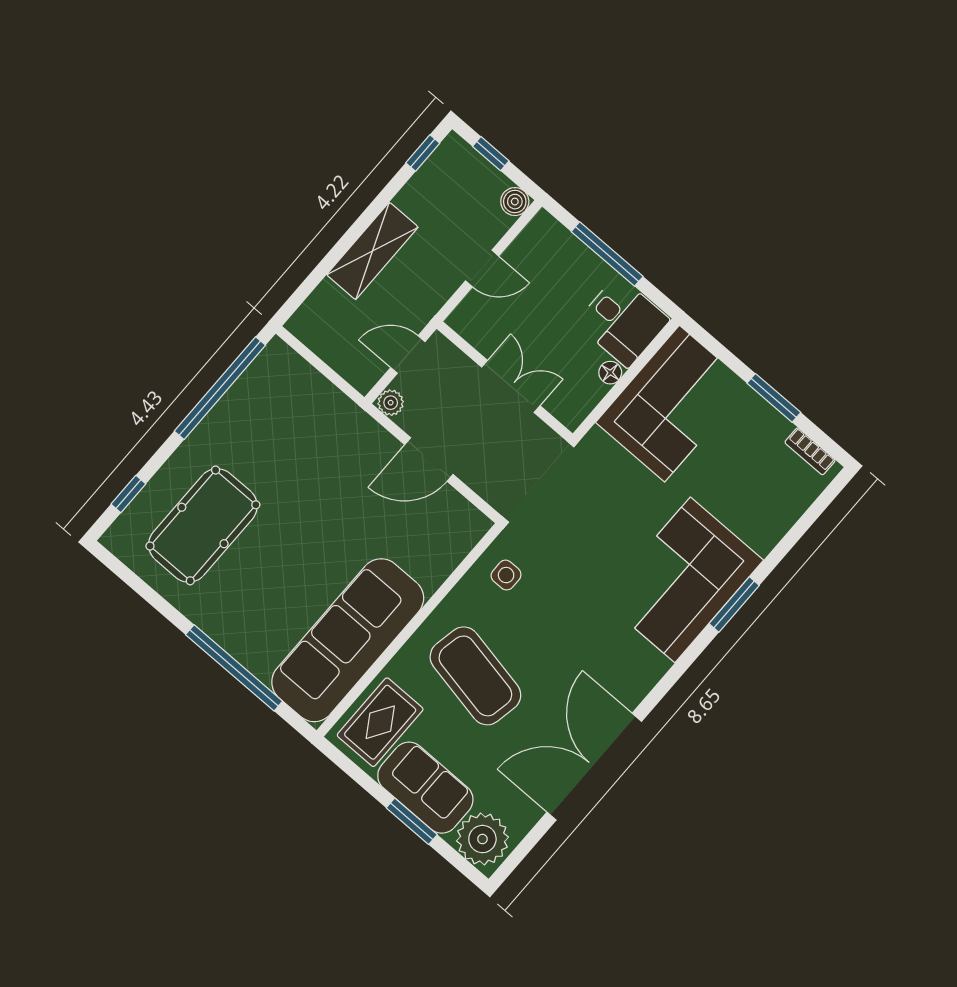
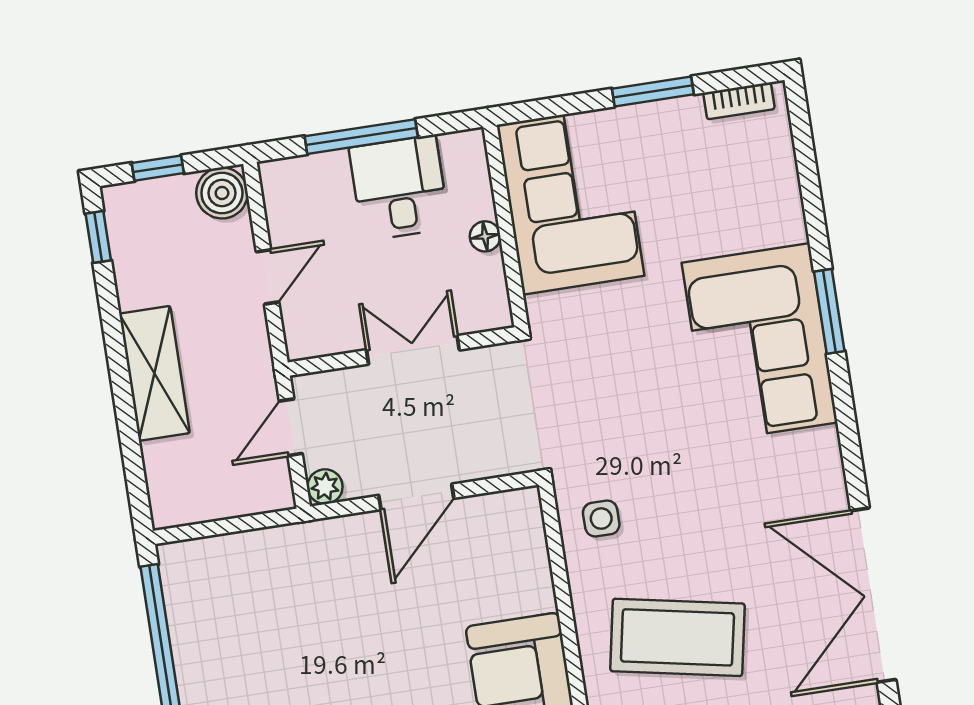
boiler: (515, 202) -> (222, 193), width x1.36, depth x1.36
desk: (623, 321) -> (399, 188), moved, turned -90

